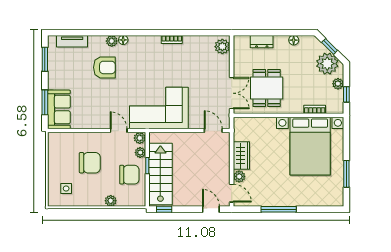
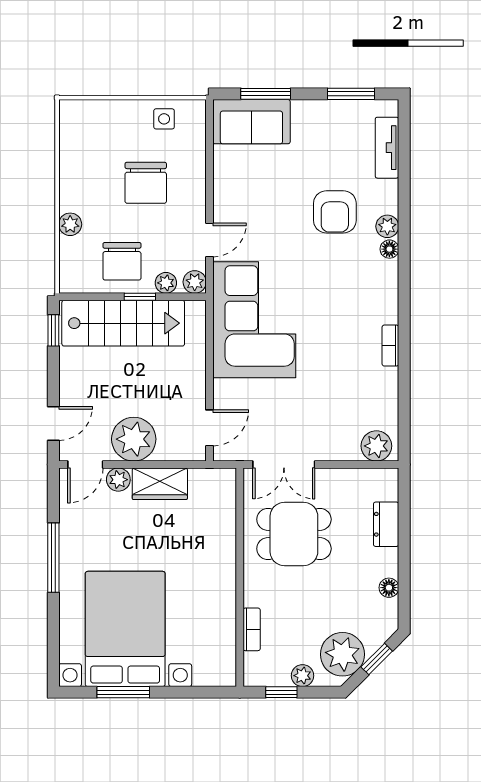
bed with nightstands: (310, 146) -> (125, 629), moved, turned 90
plant: (219, 169) -> (134, 439), added
side table: (66, 188) -> (164, 119), moved

